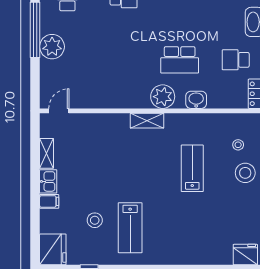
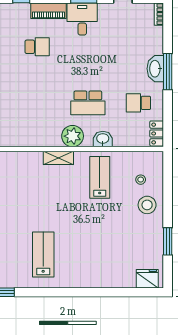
lab bench: (192, 168) -> (100, 177), moved
stool: (95, 220) -> (11, 248), removed
lab bench: (130, 228) -> (43, 254), turned 180

